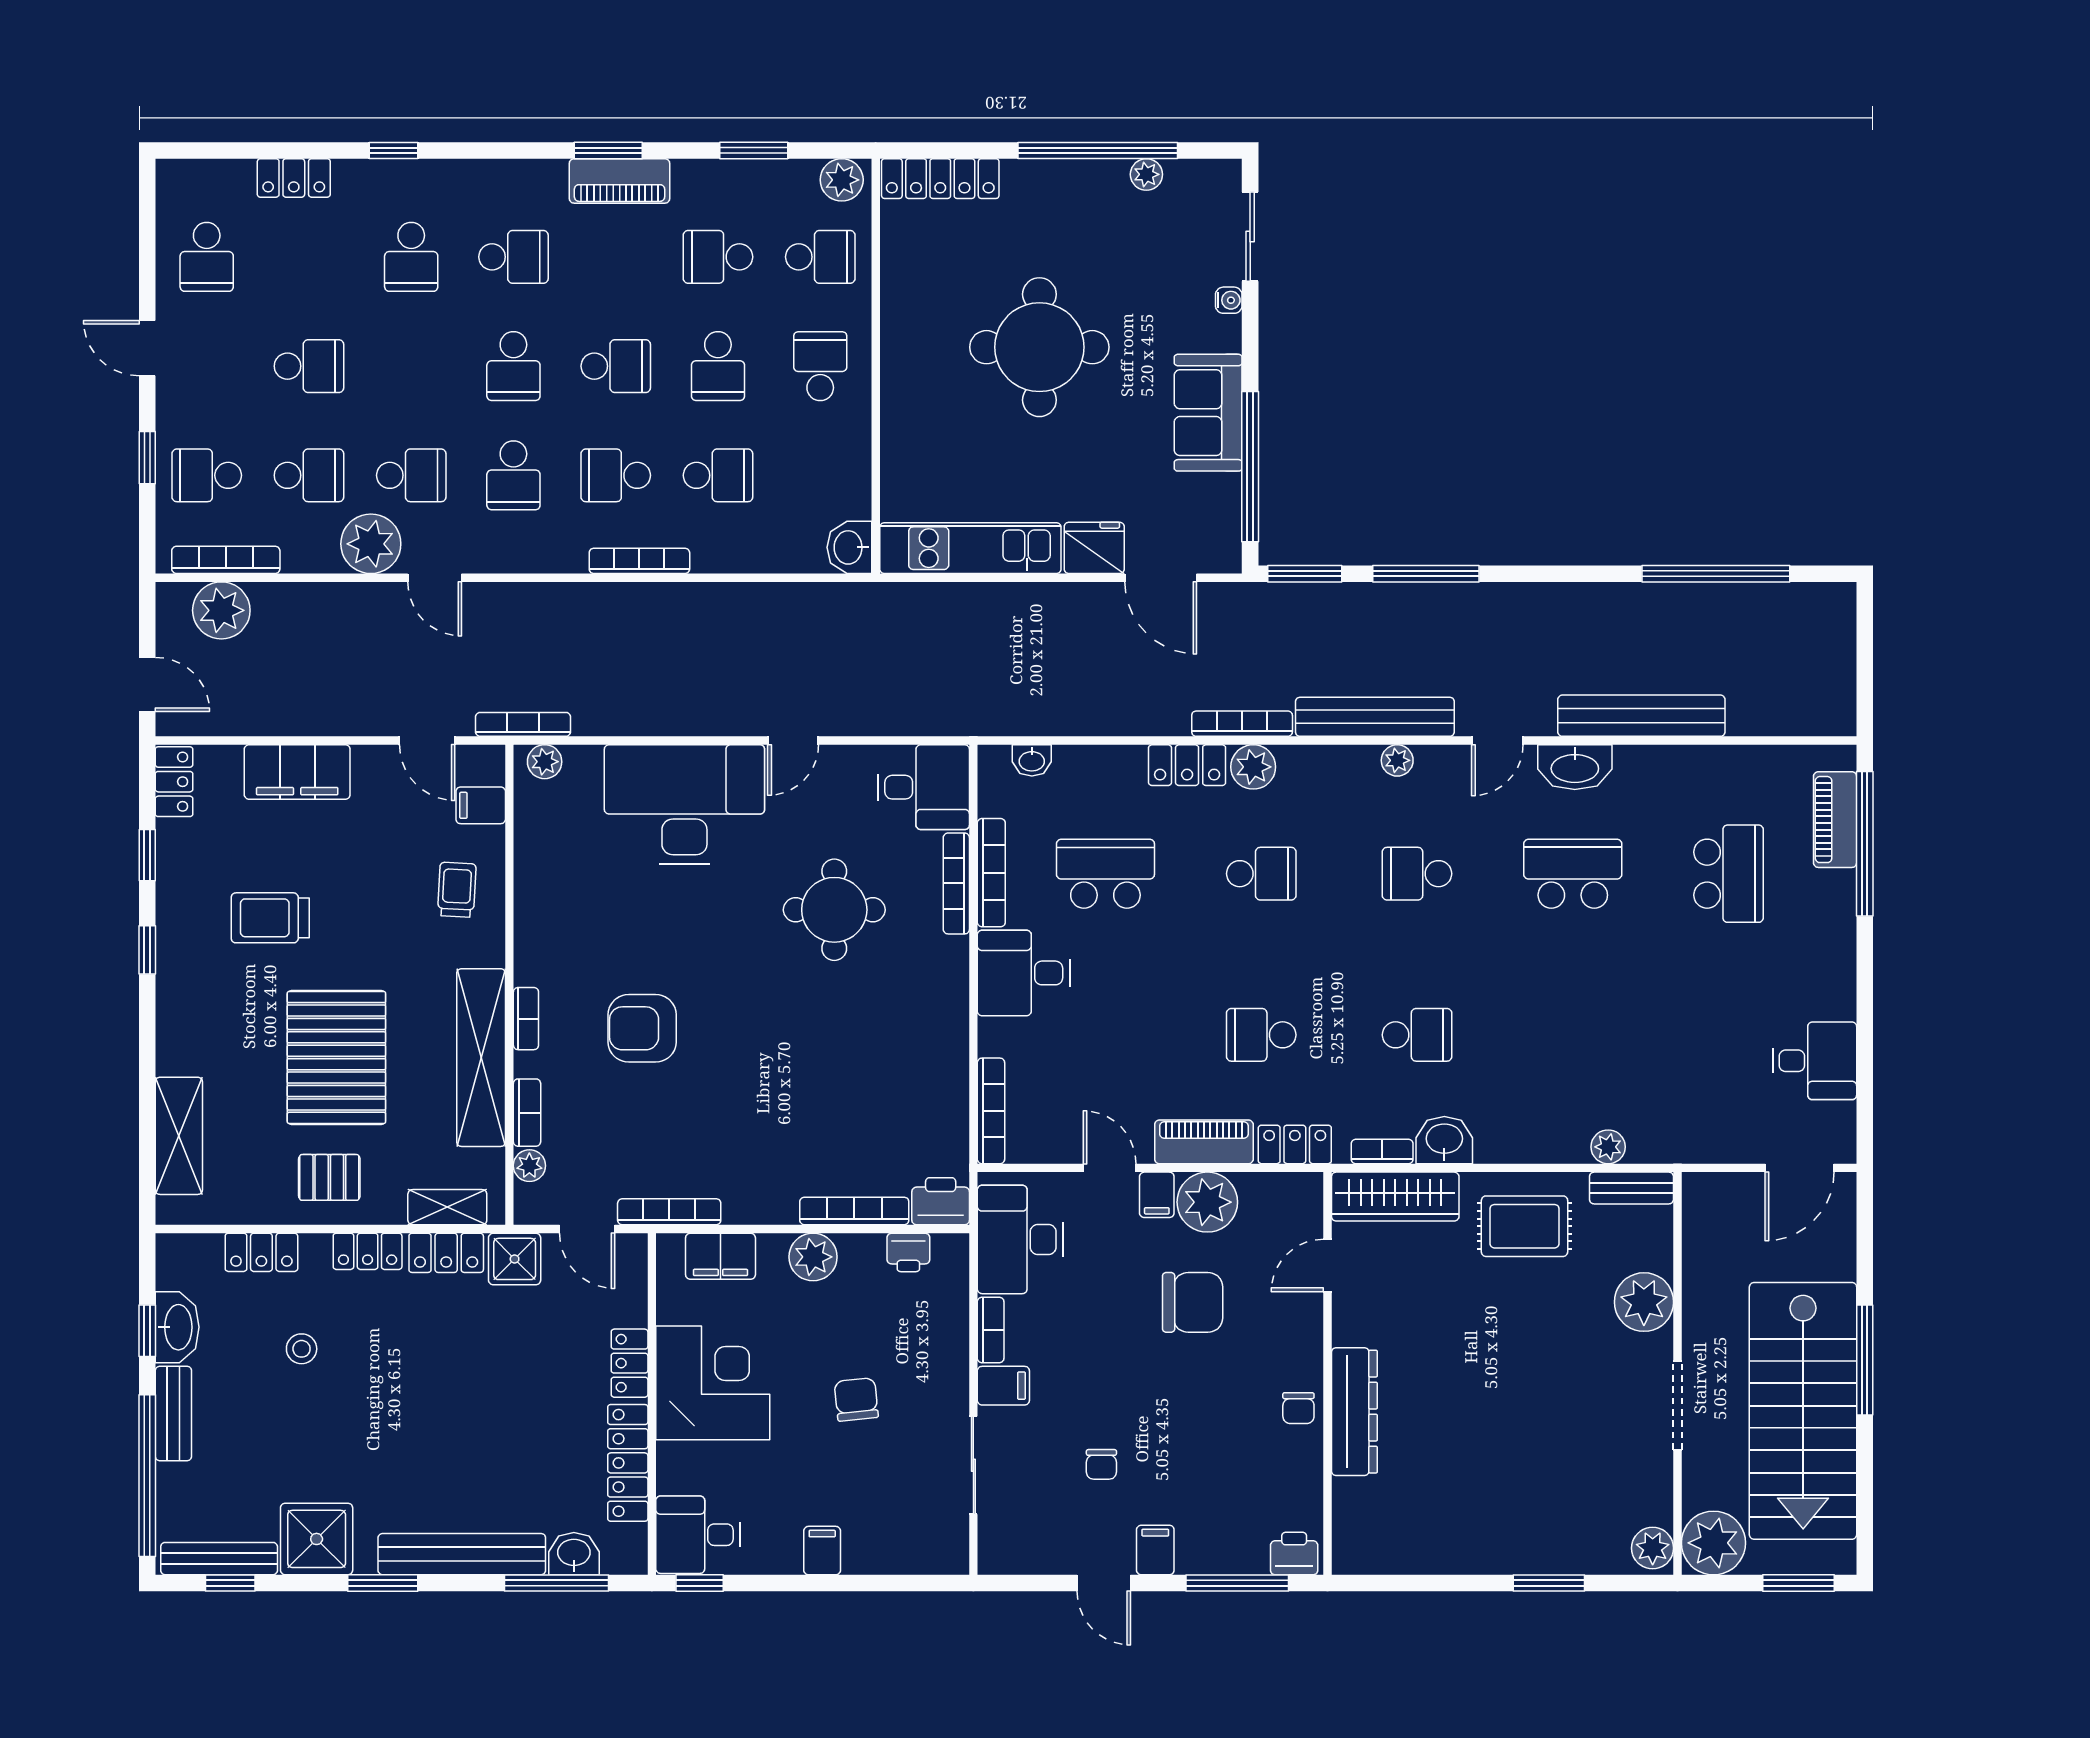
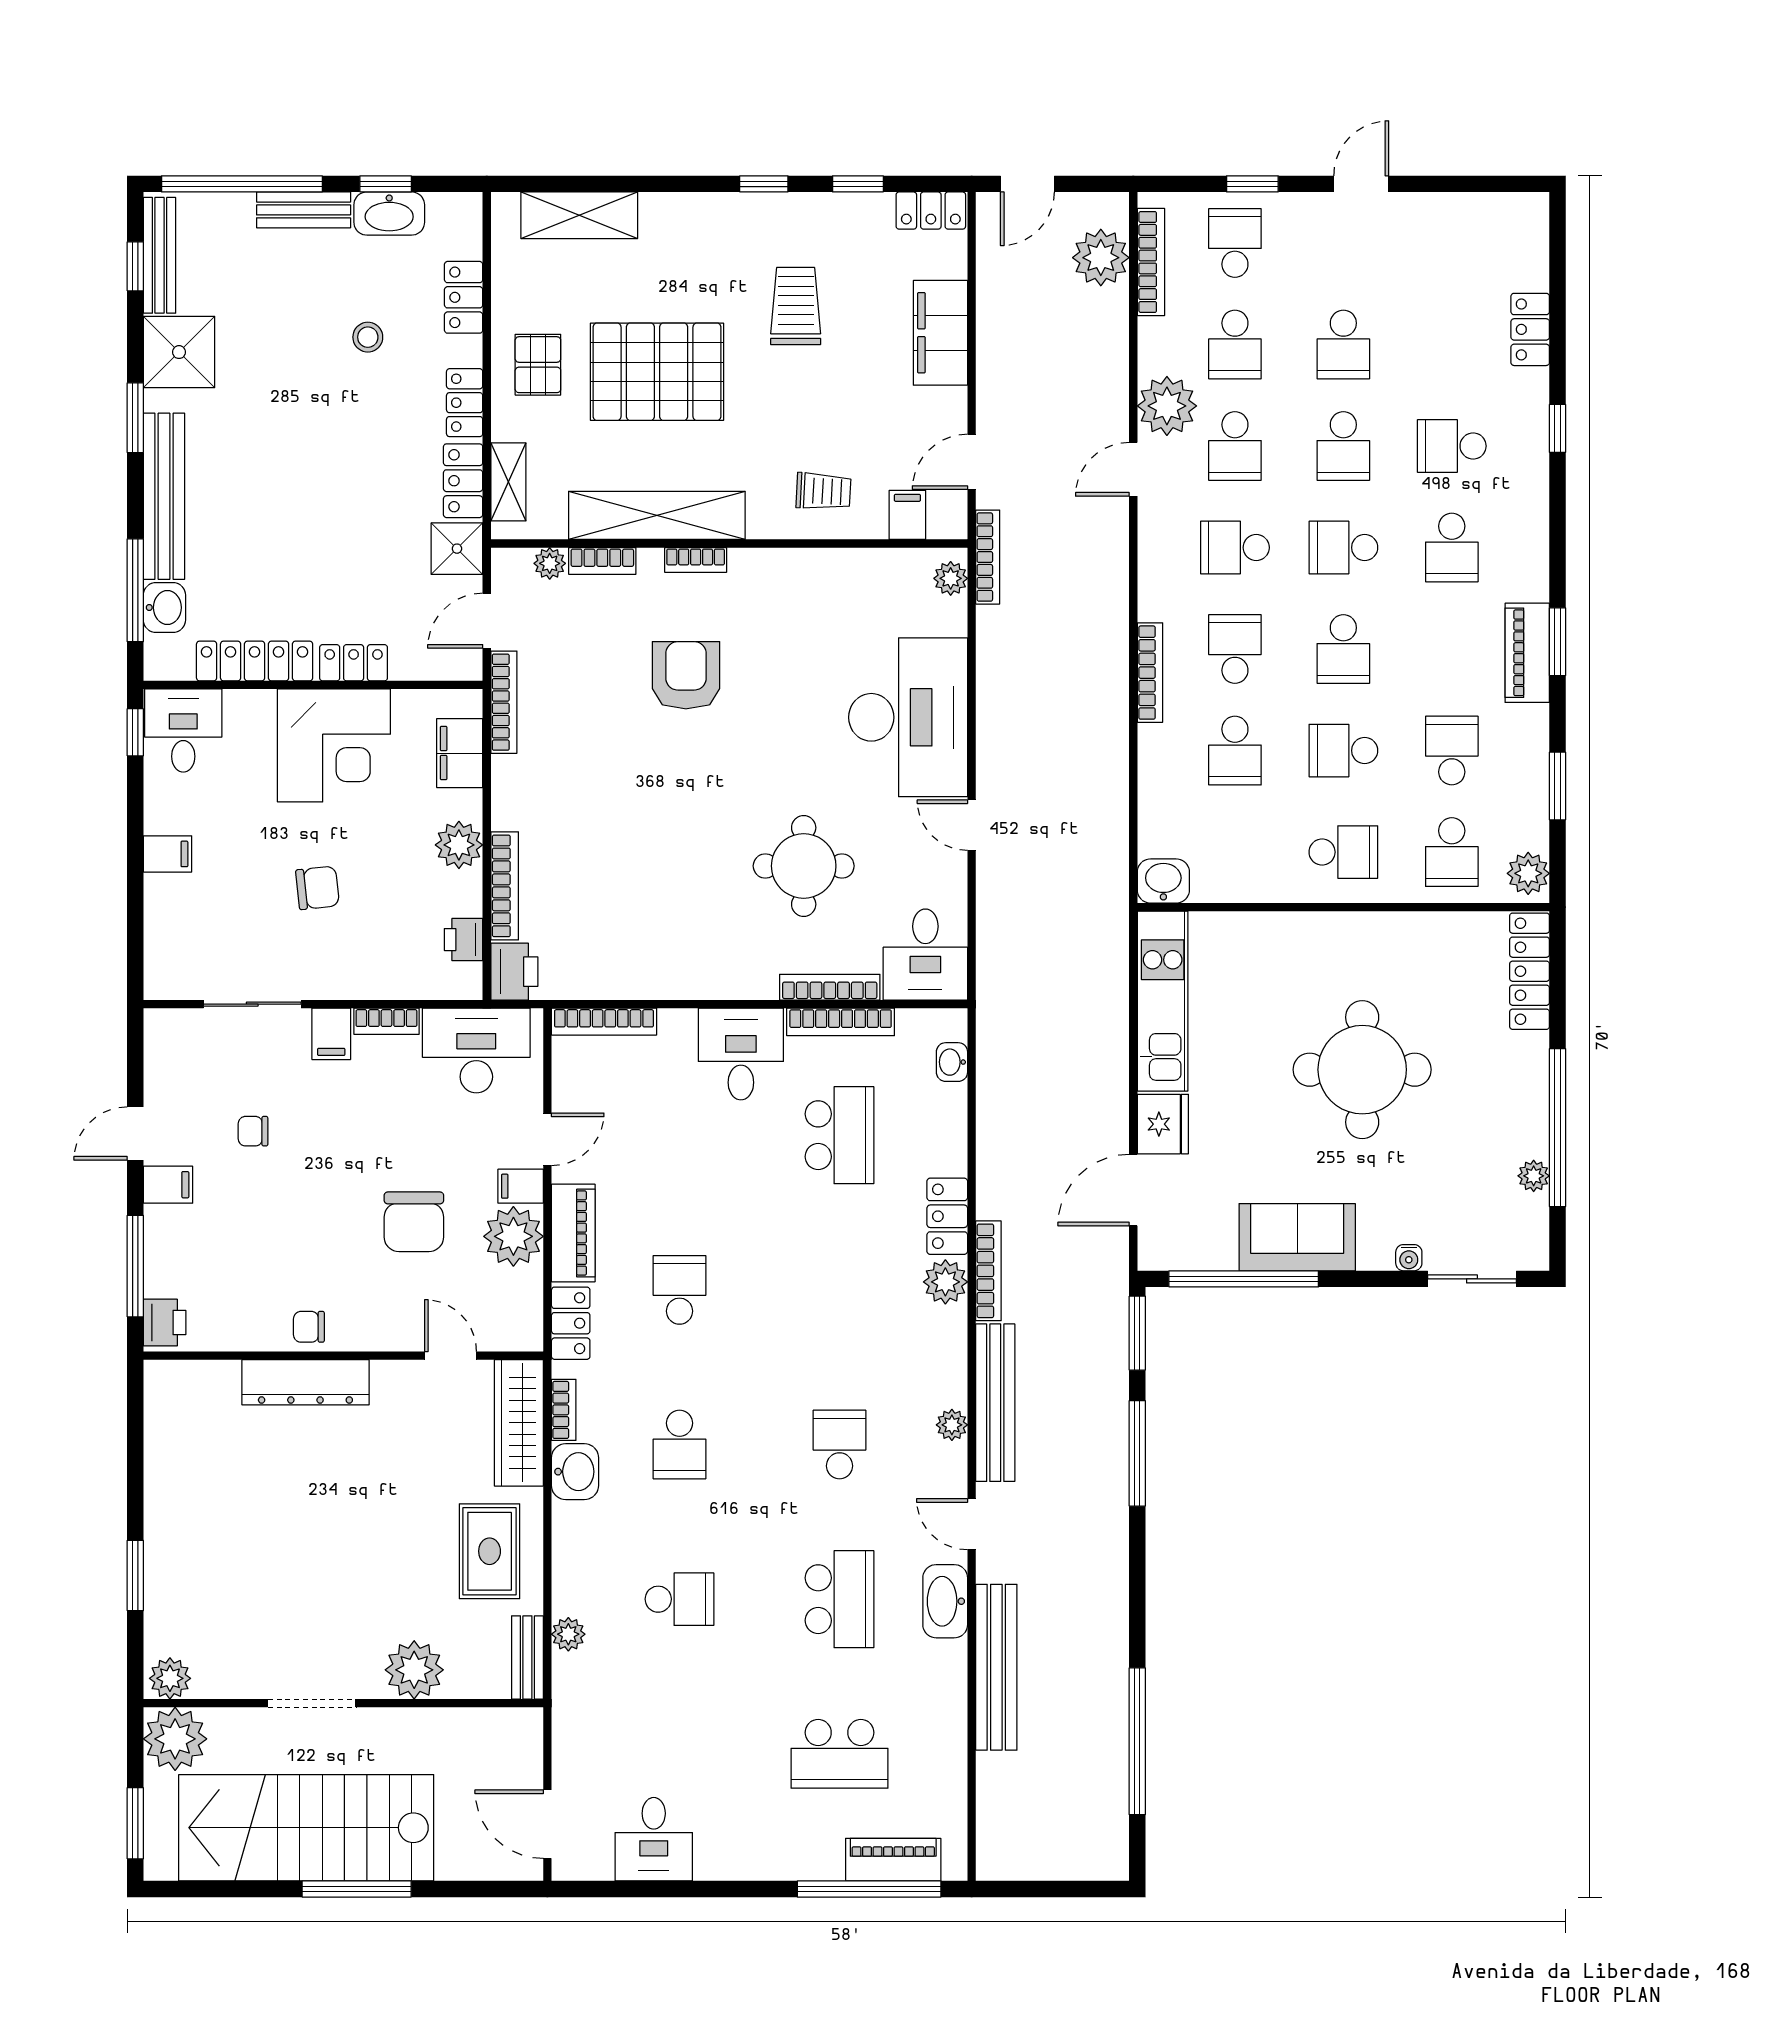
school desk: (207, 257) -> (1343, 446), moved, turned -90
school desk: (1261, 874) -> (679, 1599), moved, turned -90

